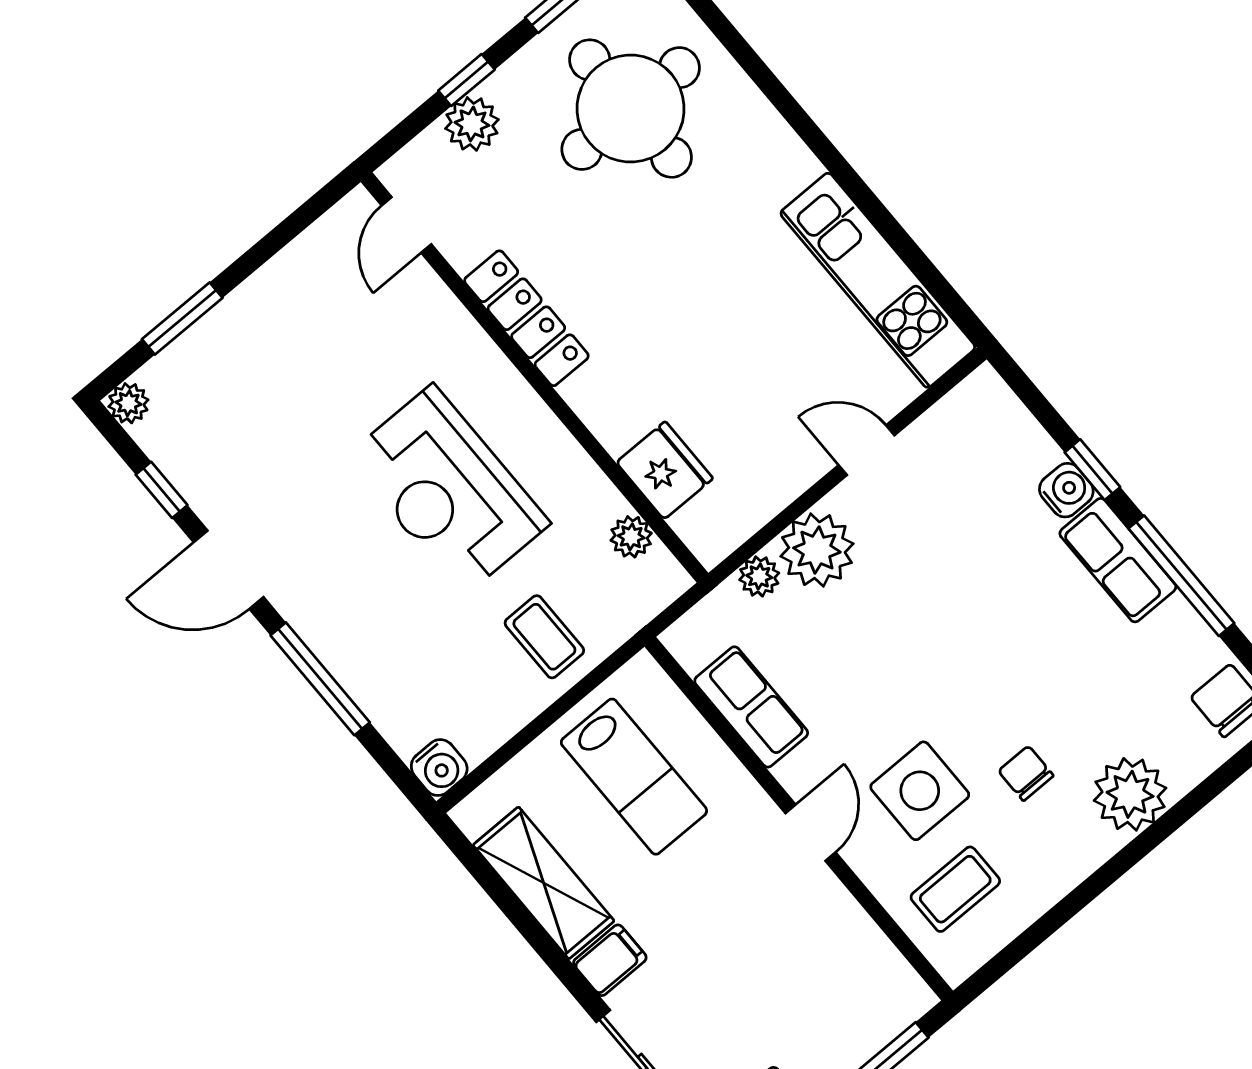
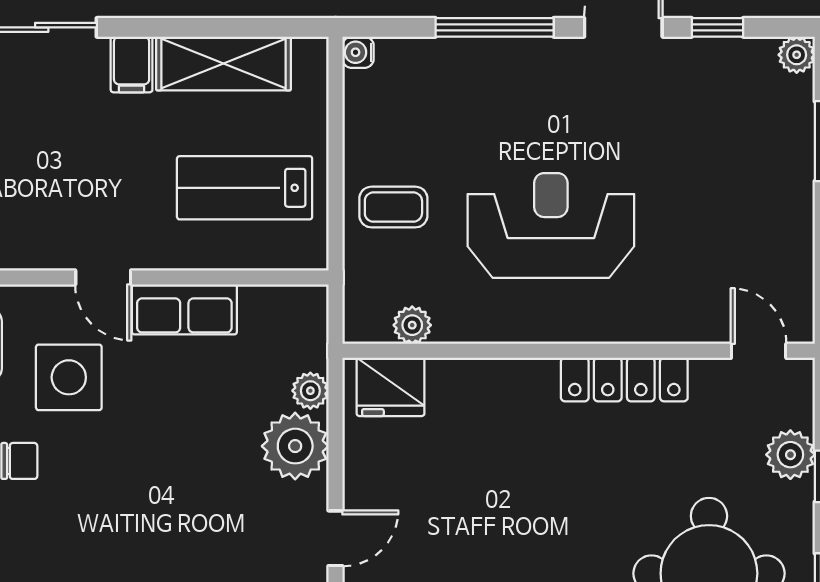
fridge: (665, 470) -> (391, 387), moved
row of seats: (751, 707) -> (184, 309), moved
water cooler: (439, 768) -> (358, 52), width x0.72, depth x0.72

